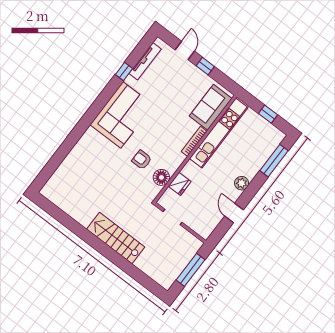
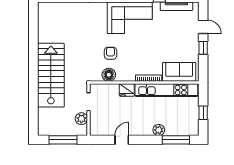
door: (185, 51) -> (203, 27), hinge flipped
plant: (242, 183) -> (159, 130), moved
fridge: (180, 184) -> (127, 90), moved
plant: (184, 236) -> (81, 119), added
stairs: (116, 238) -> (51, 75), width x1.36, depth x1.51

